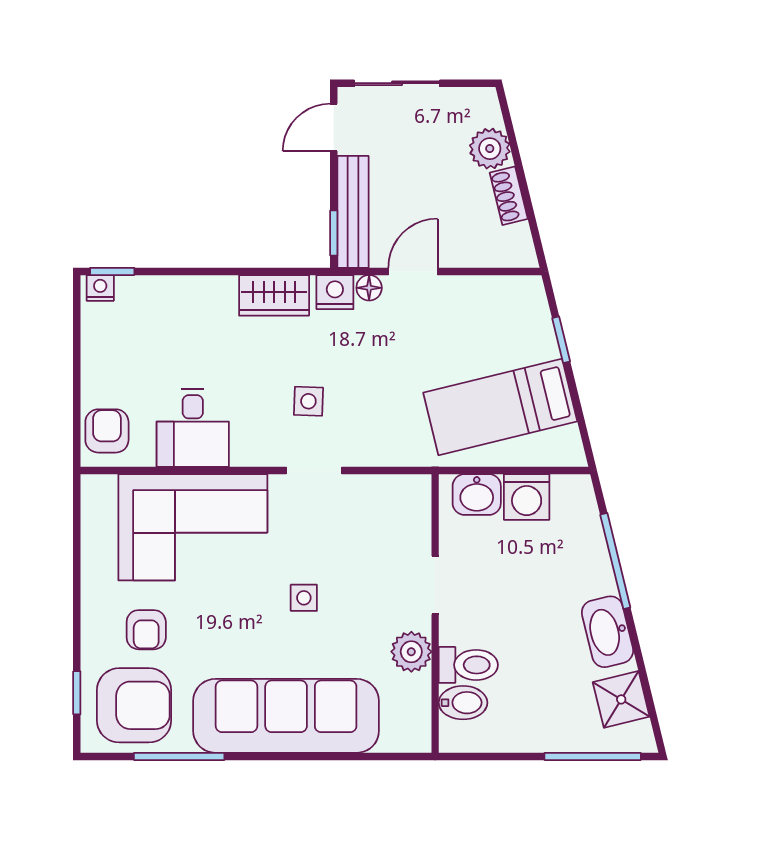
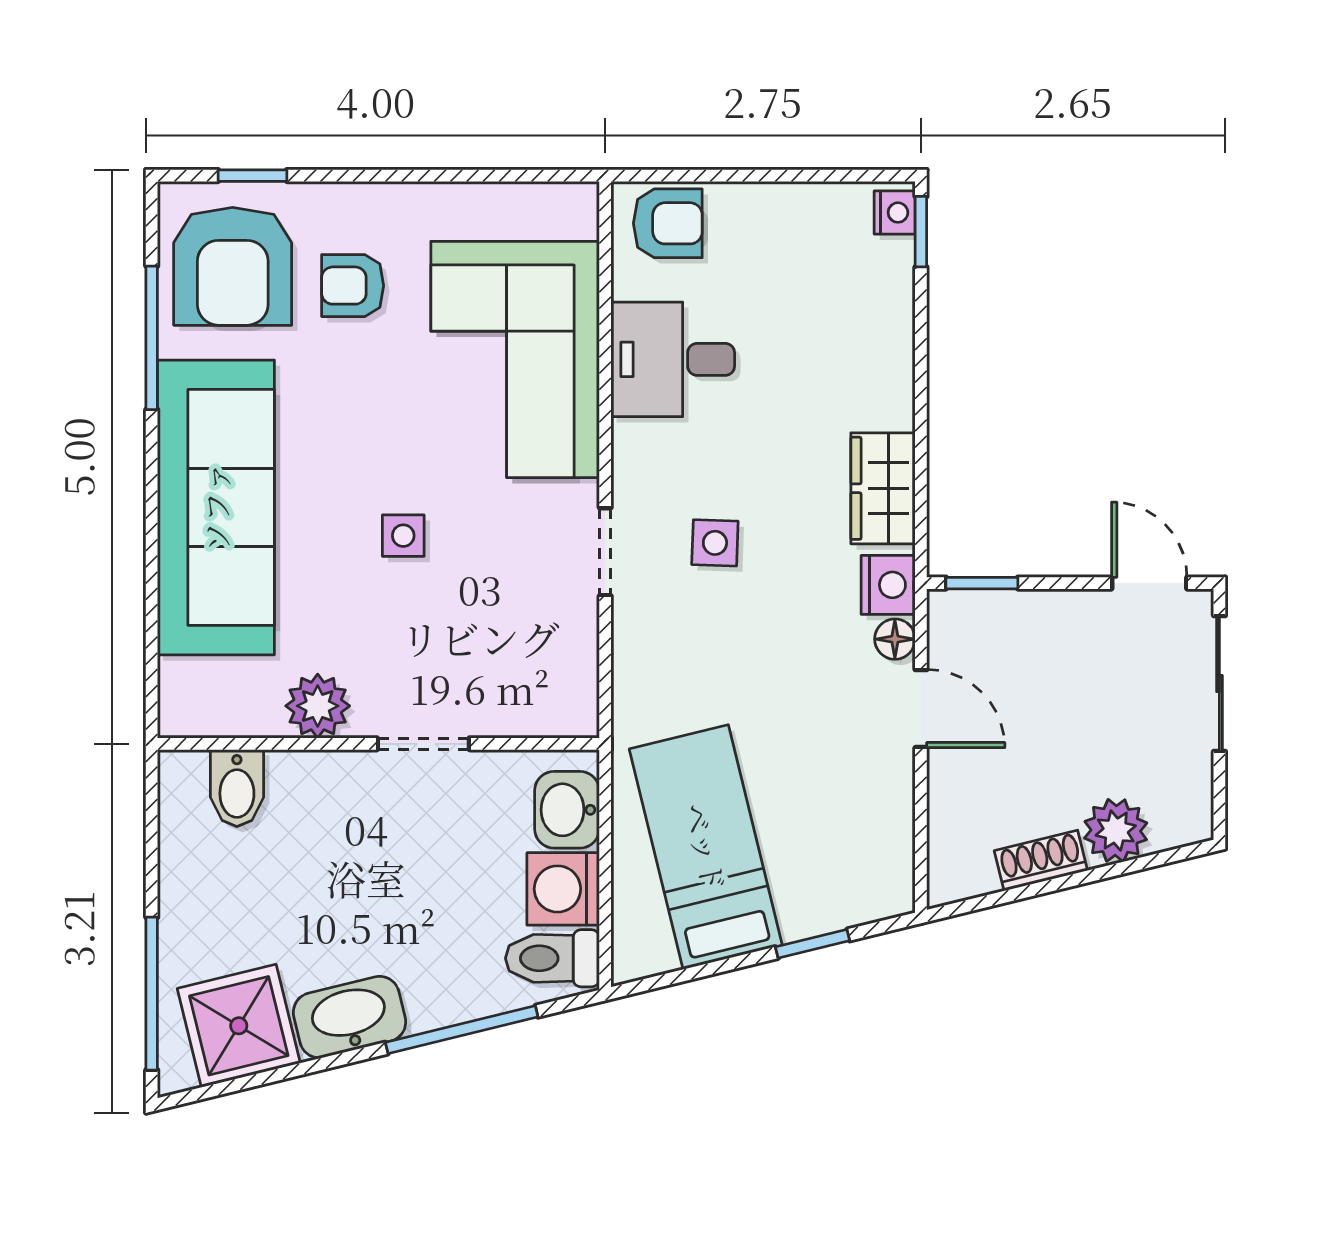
bench: (353, 212) -> (1015, 614), removed
toilet: (468, 665) -> (552, 958), moved, turned 90
shower: (621, 699) -> (239, 1026), width x1.36, depth x1.36

